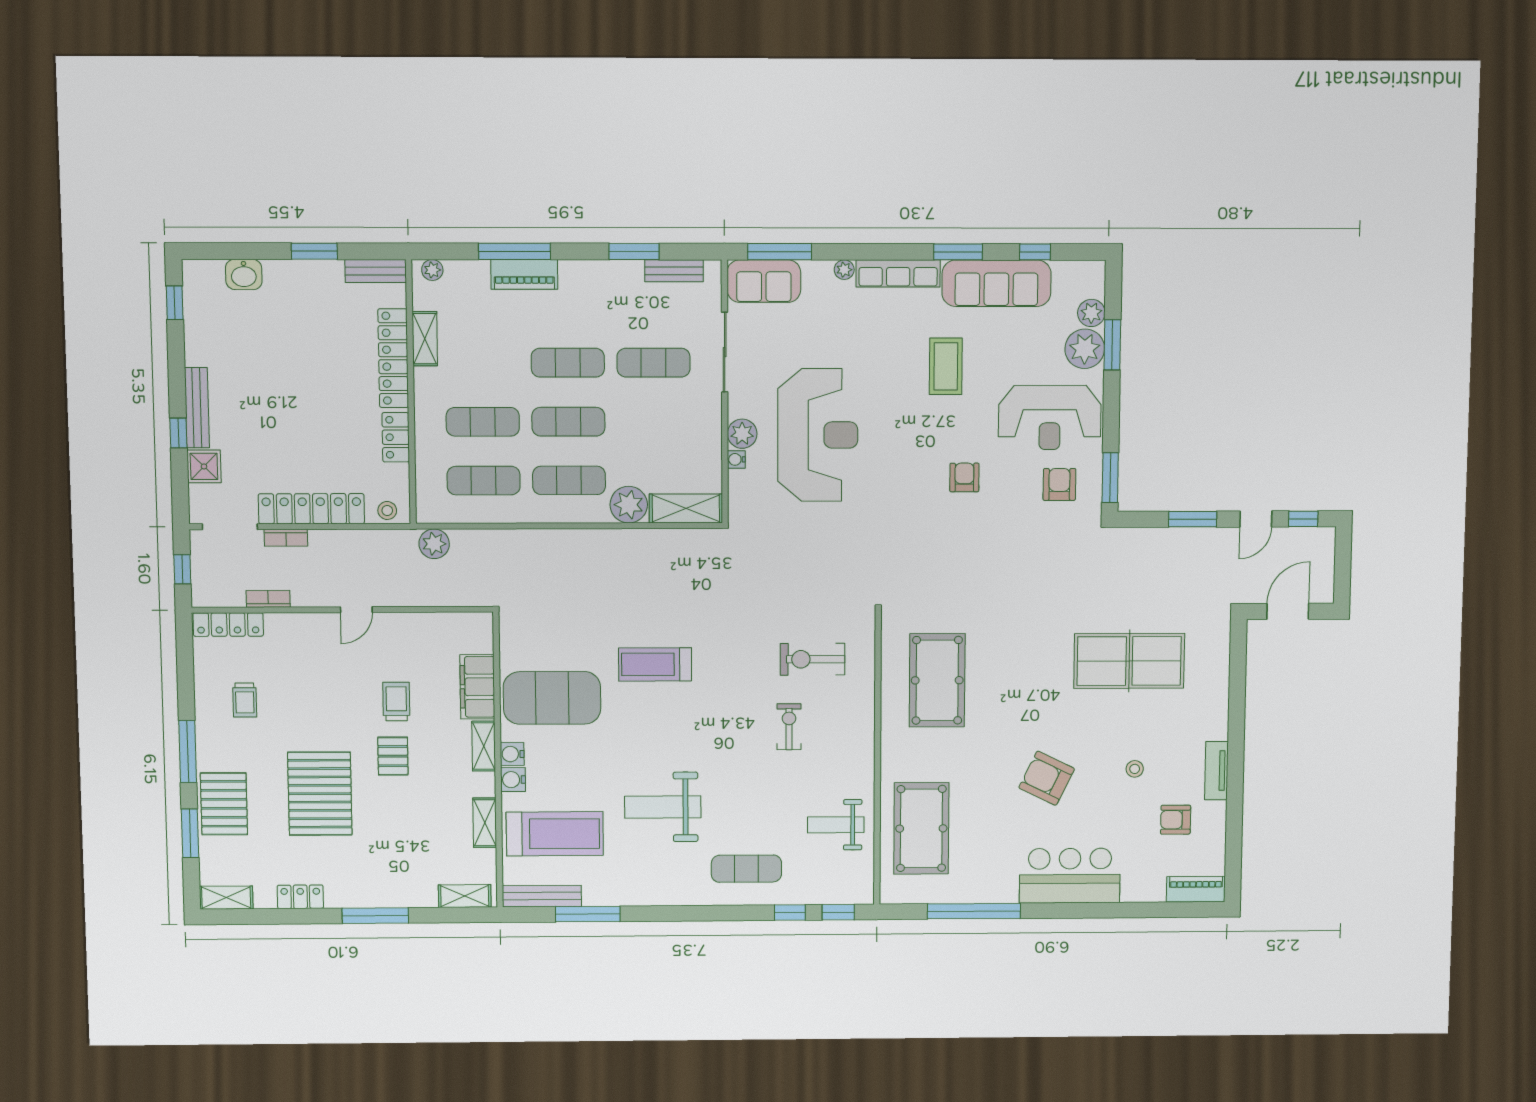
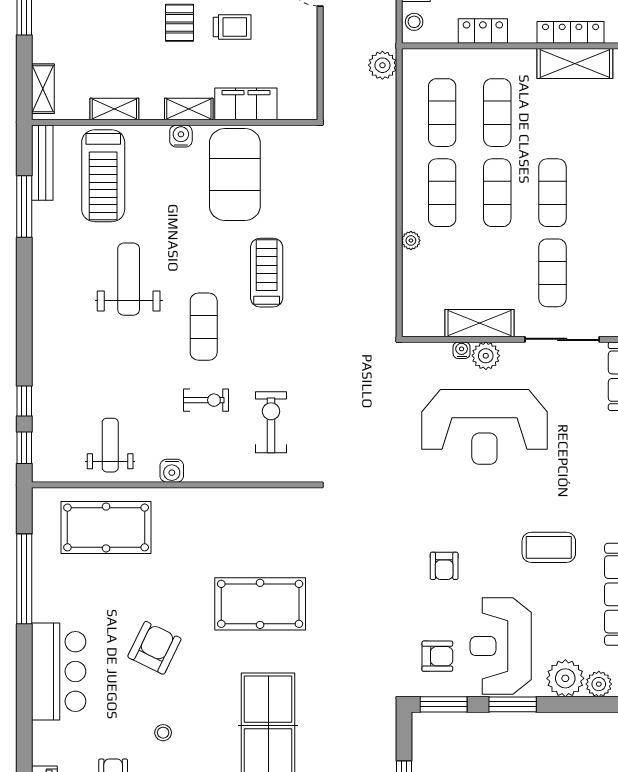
shelving: (425, 339) -> (575, 64), width x1.50, depth x1.33
window: (1112, 345) -> (513, 704), moved
locker: (393, 358) -> (571, 32), width x0.71, depth x0.83
armchair: (964, 477) -> (444, 566), turned 90
plant: (629, 505) -> (411, 240), width x0.53, depth x0.53
shelving: (686, 508) -> (479, 323), moved, turned 90
pool table: (937, 680) -> (260, 604), moved
pallet: (393, 756) -> (180, 23), turned 90
water cooler: (513, 780) -> (172, 471), moved, turned 180
exercise mat: (746, 869) -> (204, 327), moved

